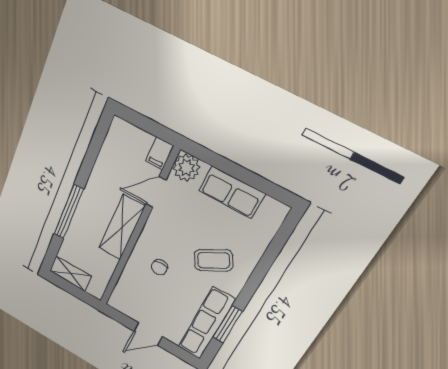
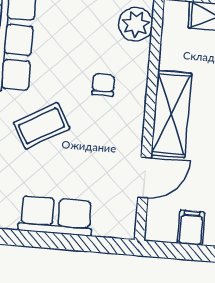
filing cabinet: (160, 153) -> (191, 228), moved
plant: (186, 168) -> (136, 24), moved

